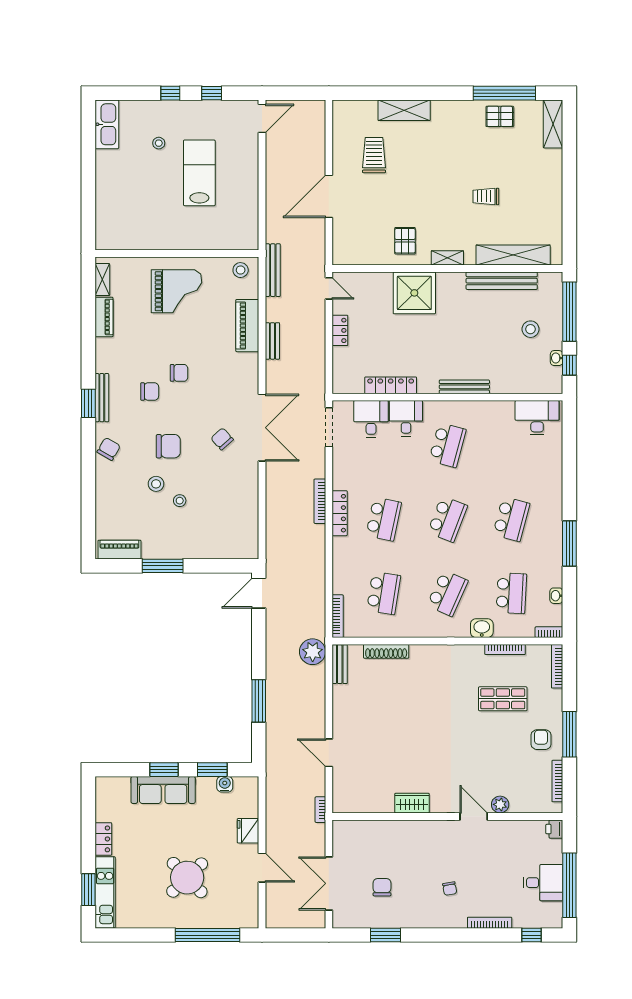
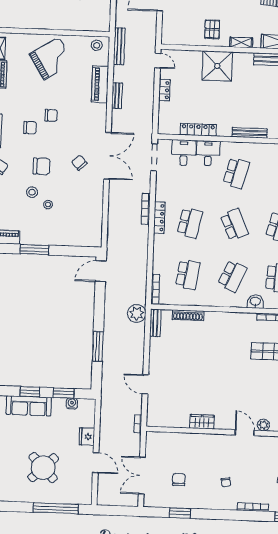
grand piano: (177, 291) -> (51, 58), turned -32
school desk: (447, 519) -> (234, 225), turned -45

